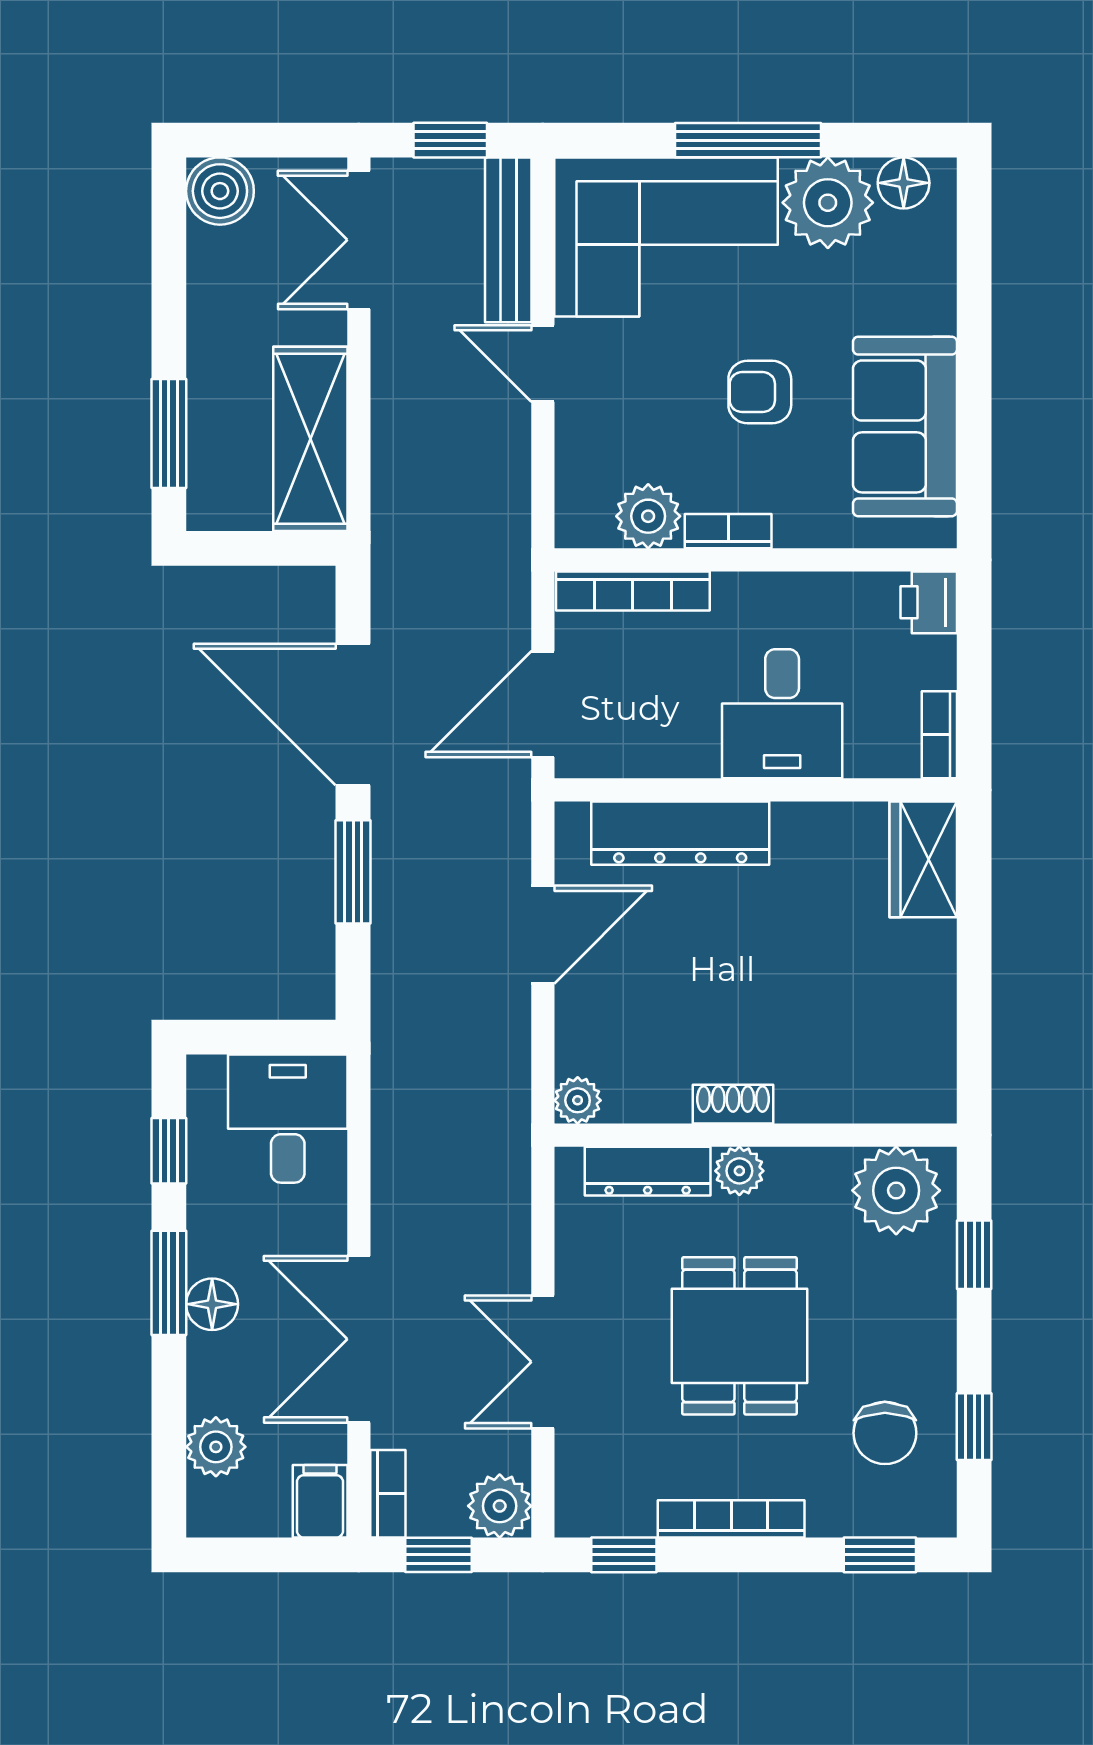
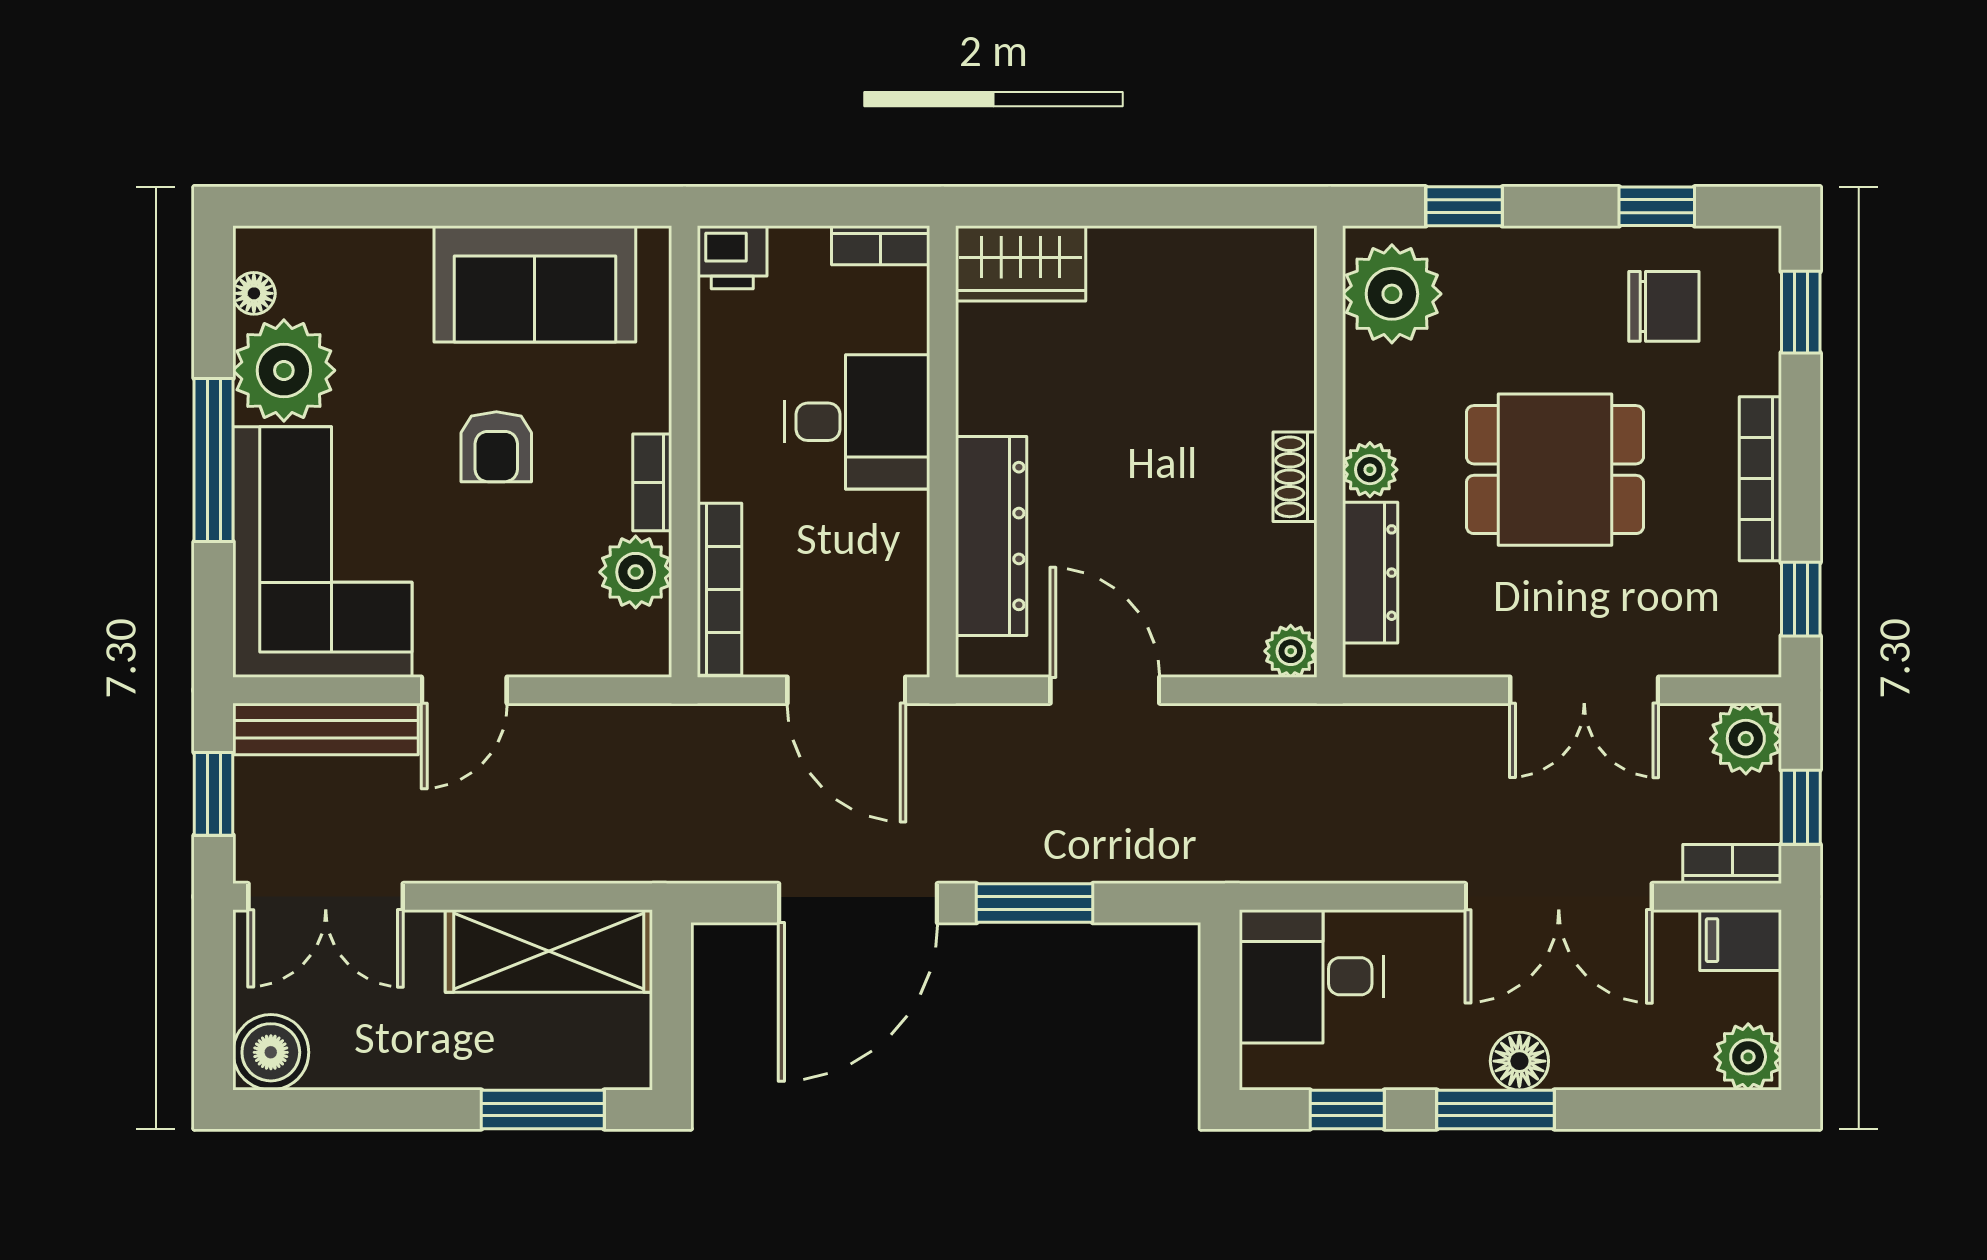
floor lamp: (904, 183) -> (254, 293), width x0.73, depth x0.73
plant: (216, 1447) -> (1748, 1057), moved

